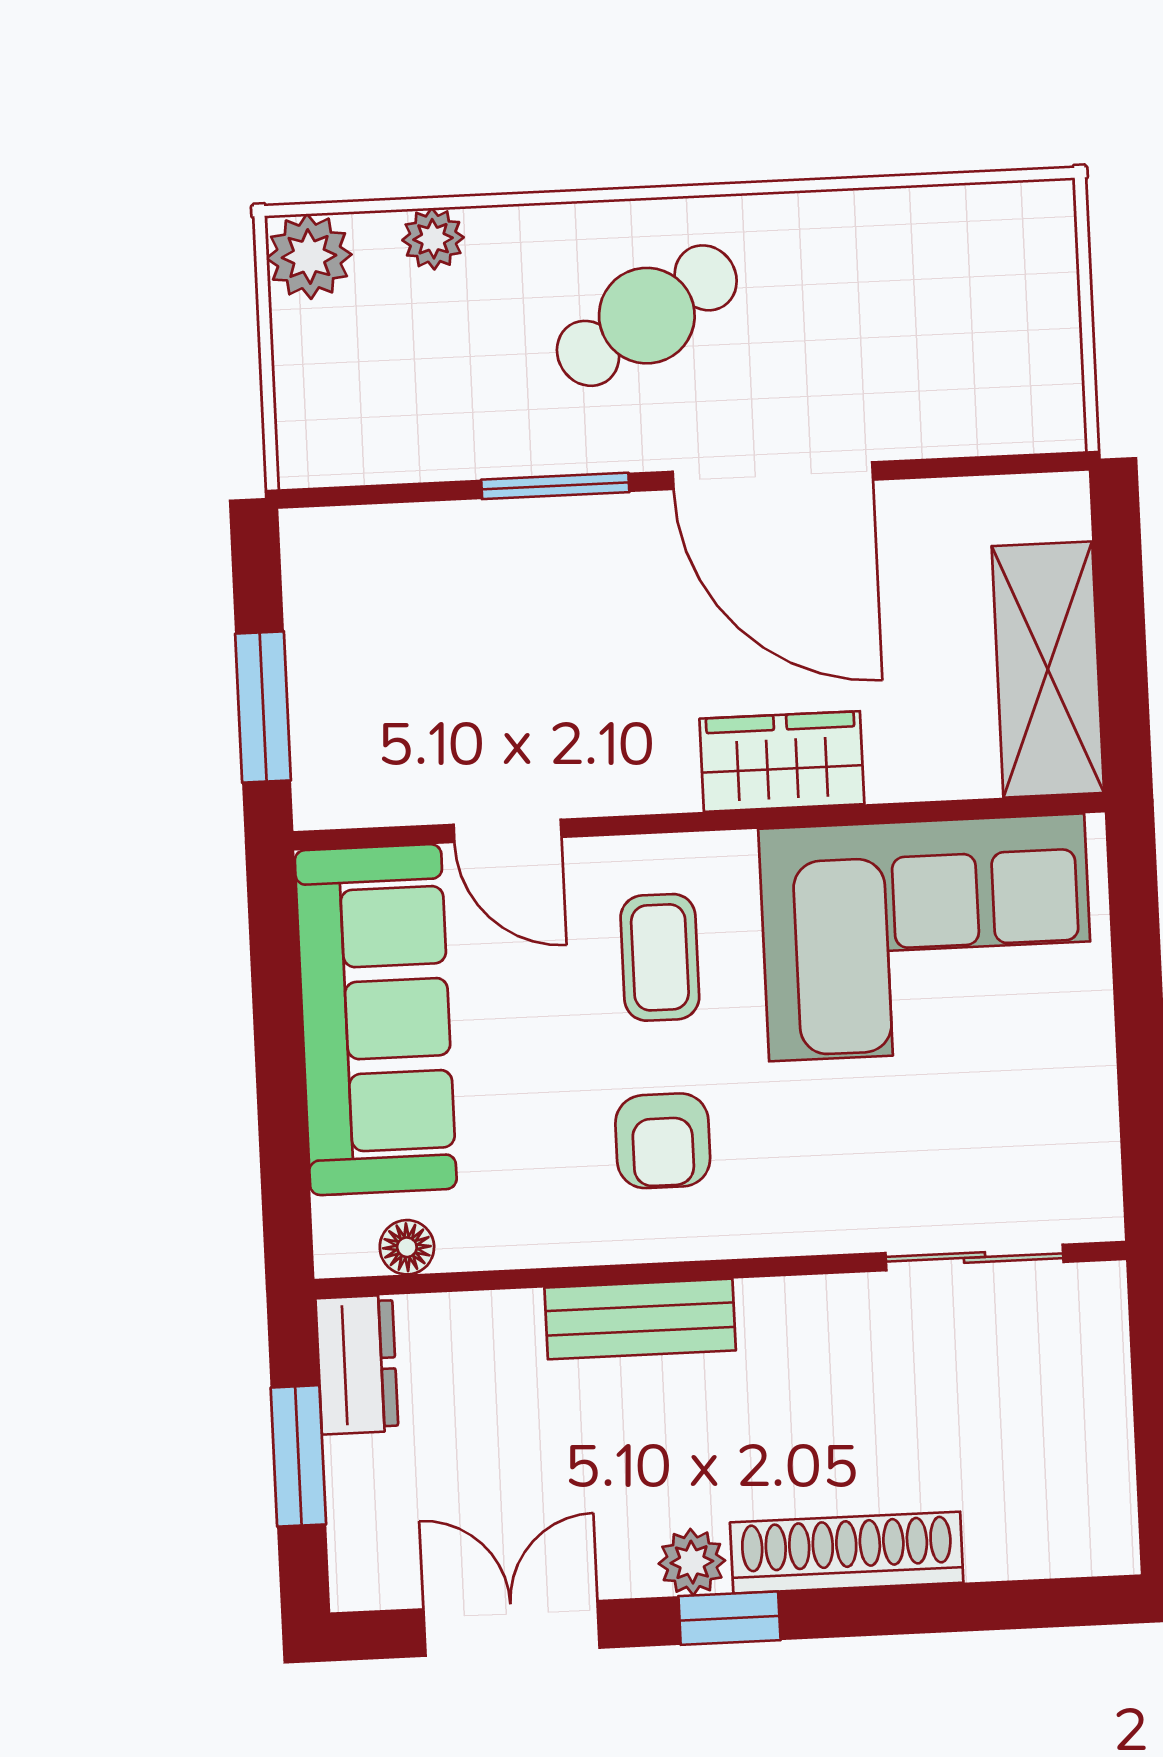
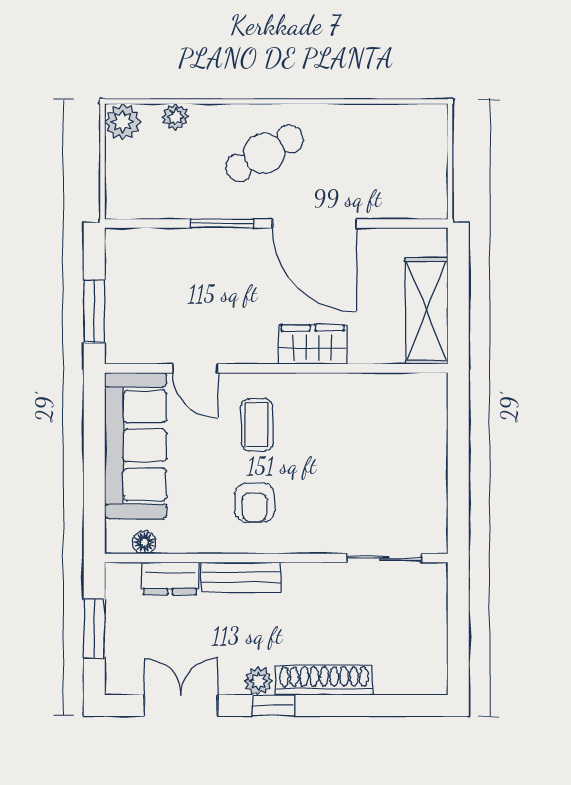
corner sofa: (927, 937) -> (370, 422), removed
dresser: (357, 1365) -> (170, 578), moved, turned 90

